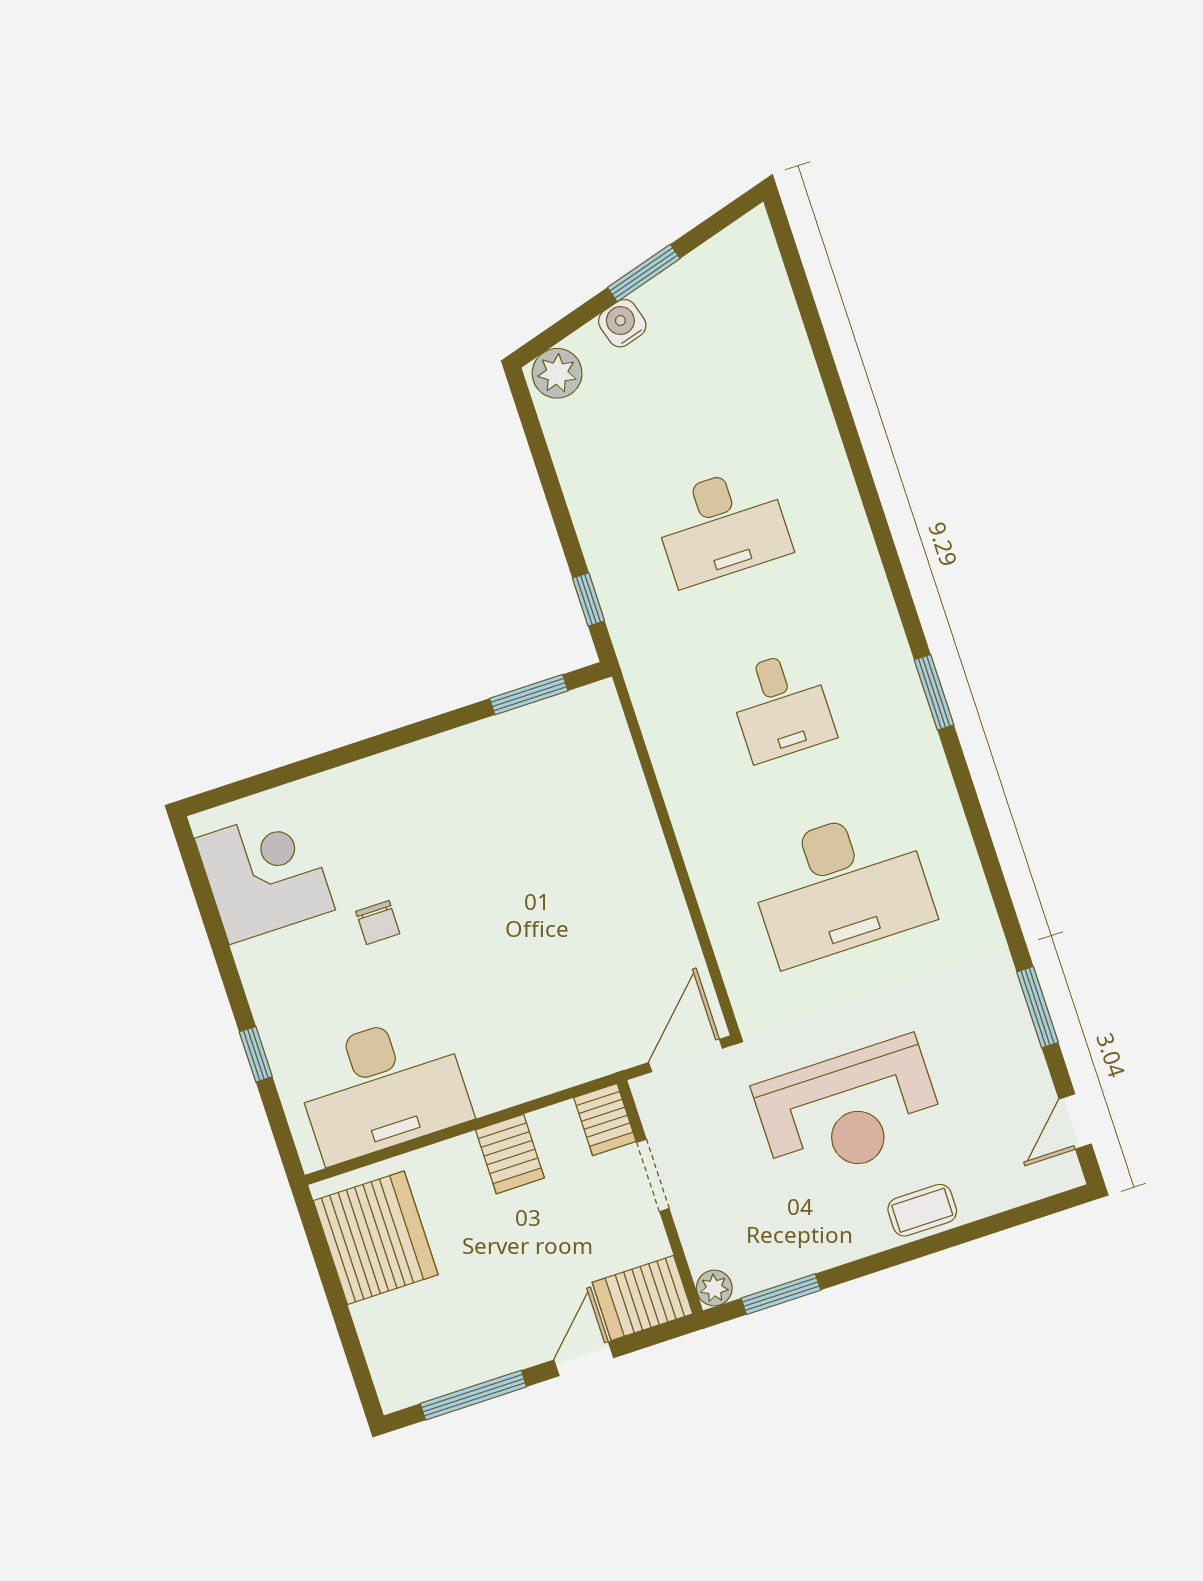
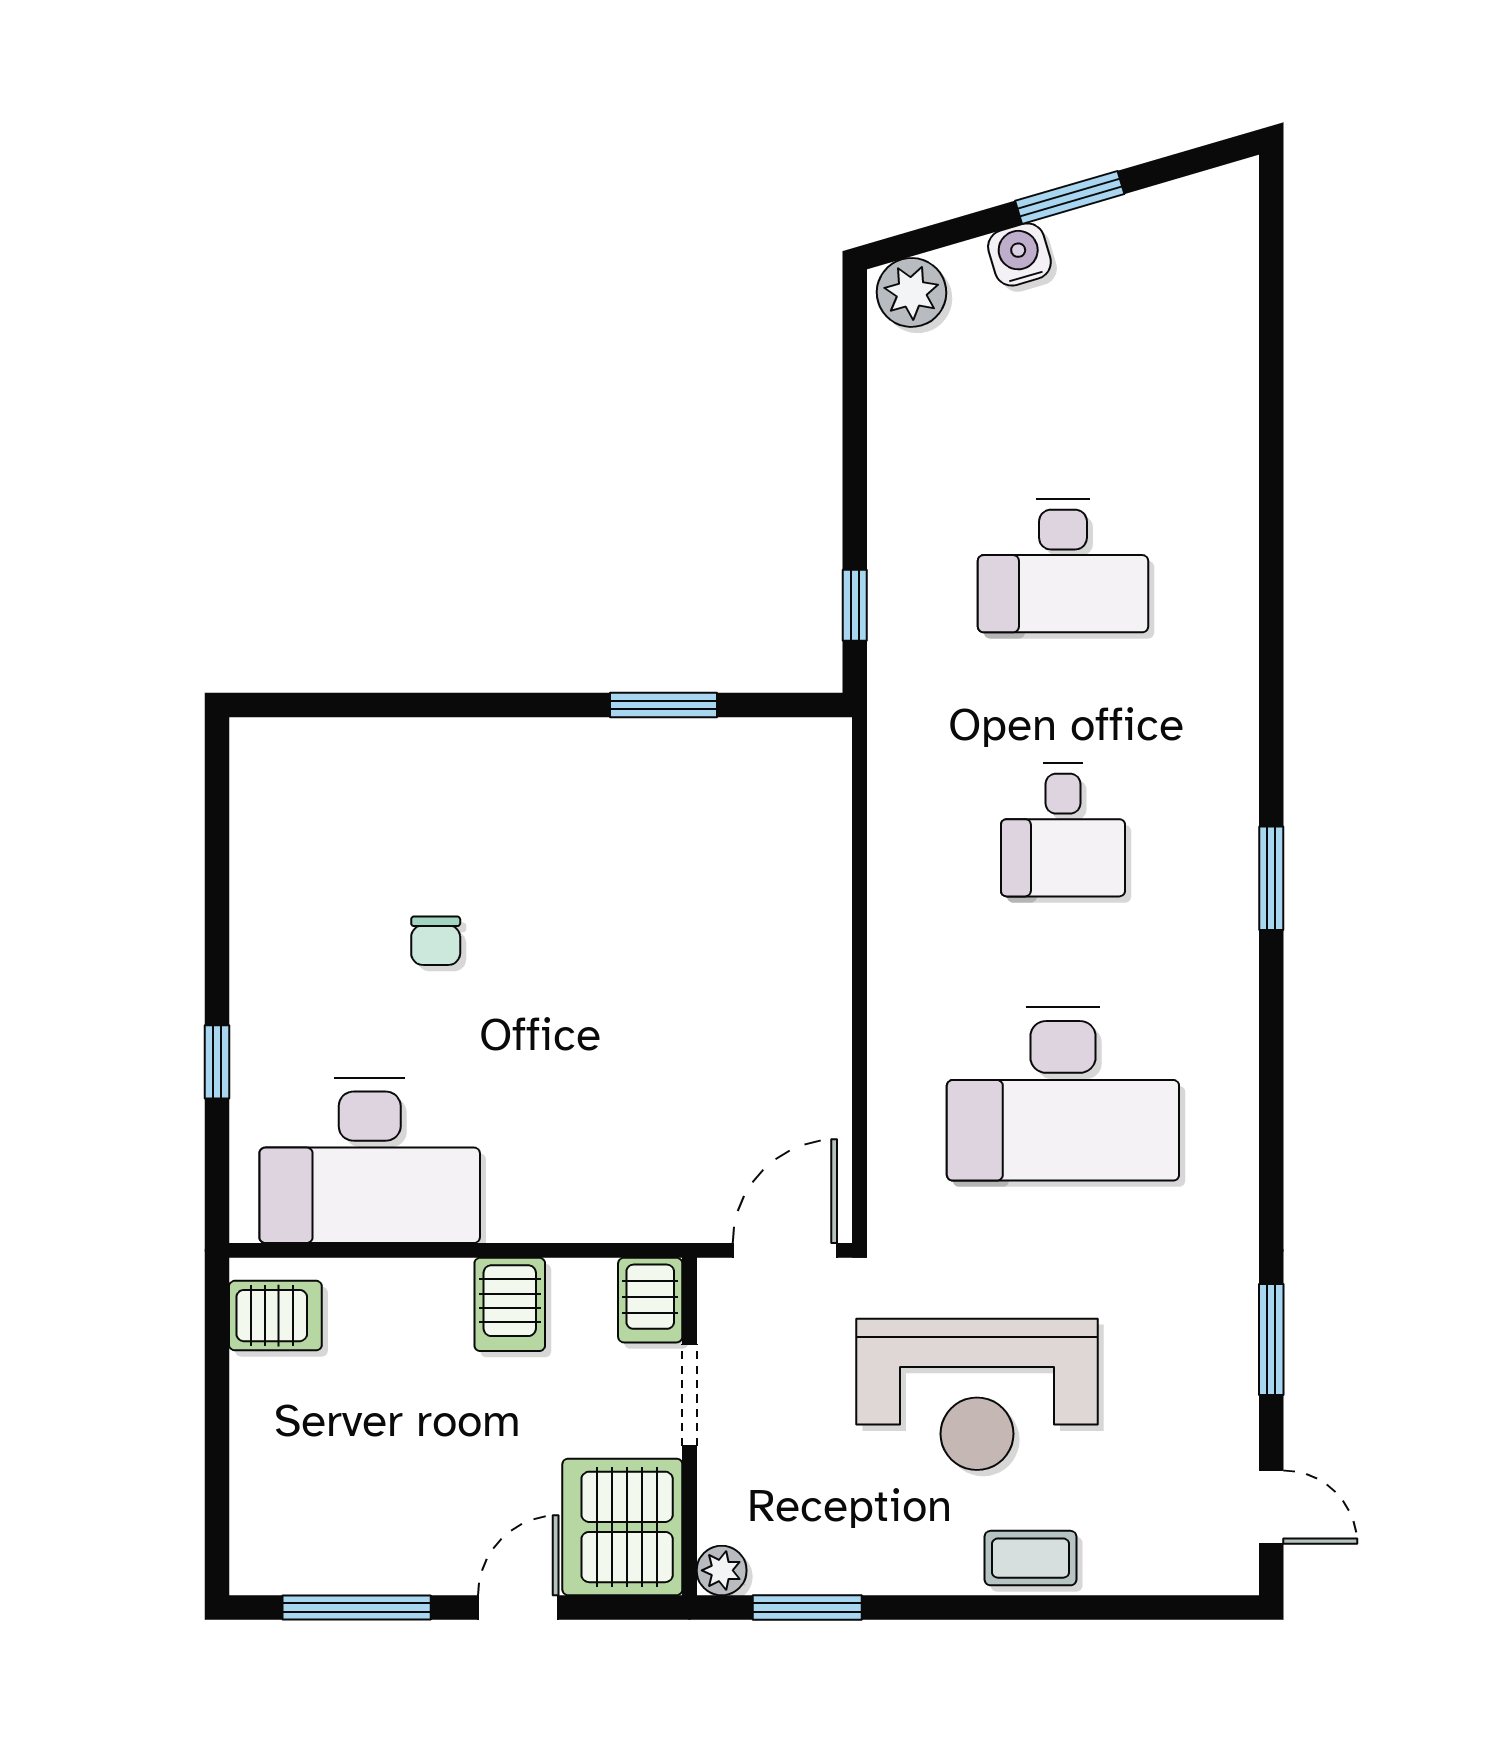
window: (529, 695) -> (664, 705), moved
corner desk: (265, 874) -> (307, 828), removed
door: (1075, 1121) -> (1271, 1507), swing flipped
server rack: (376, 1238) -> (275, 1316), width x0.46, depth x0.70
server rack: (642, 1298) -> (622, 1527), width x1.60

